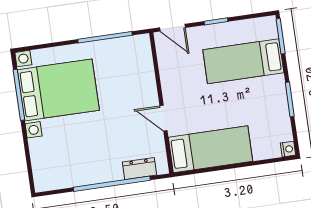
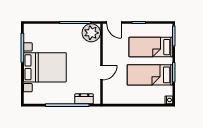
plant: (136, 51) -> (91, 33), added
bed with nightstands: (58, 90) -> (45, 67), moved
door: (163, 118) -> (102, 73), swing flipped
bed: (210, 149) -> (150, 75), moved, turned 180

